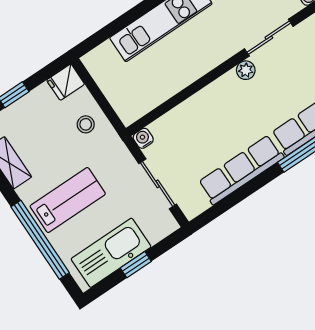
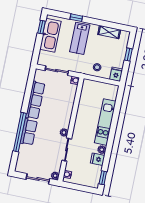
window: (40, 240) -> (76, 18), width x0.32
window: (136, 265) -> (42, 27), moved

